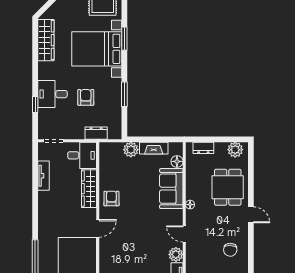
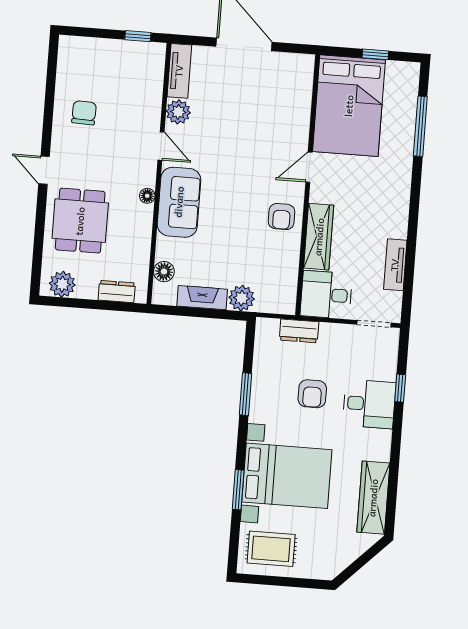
sofa: (171, 189) -> (179, 202), moved

